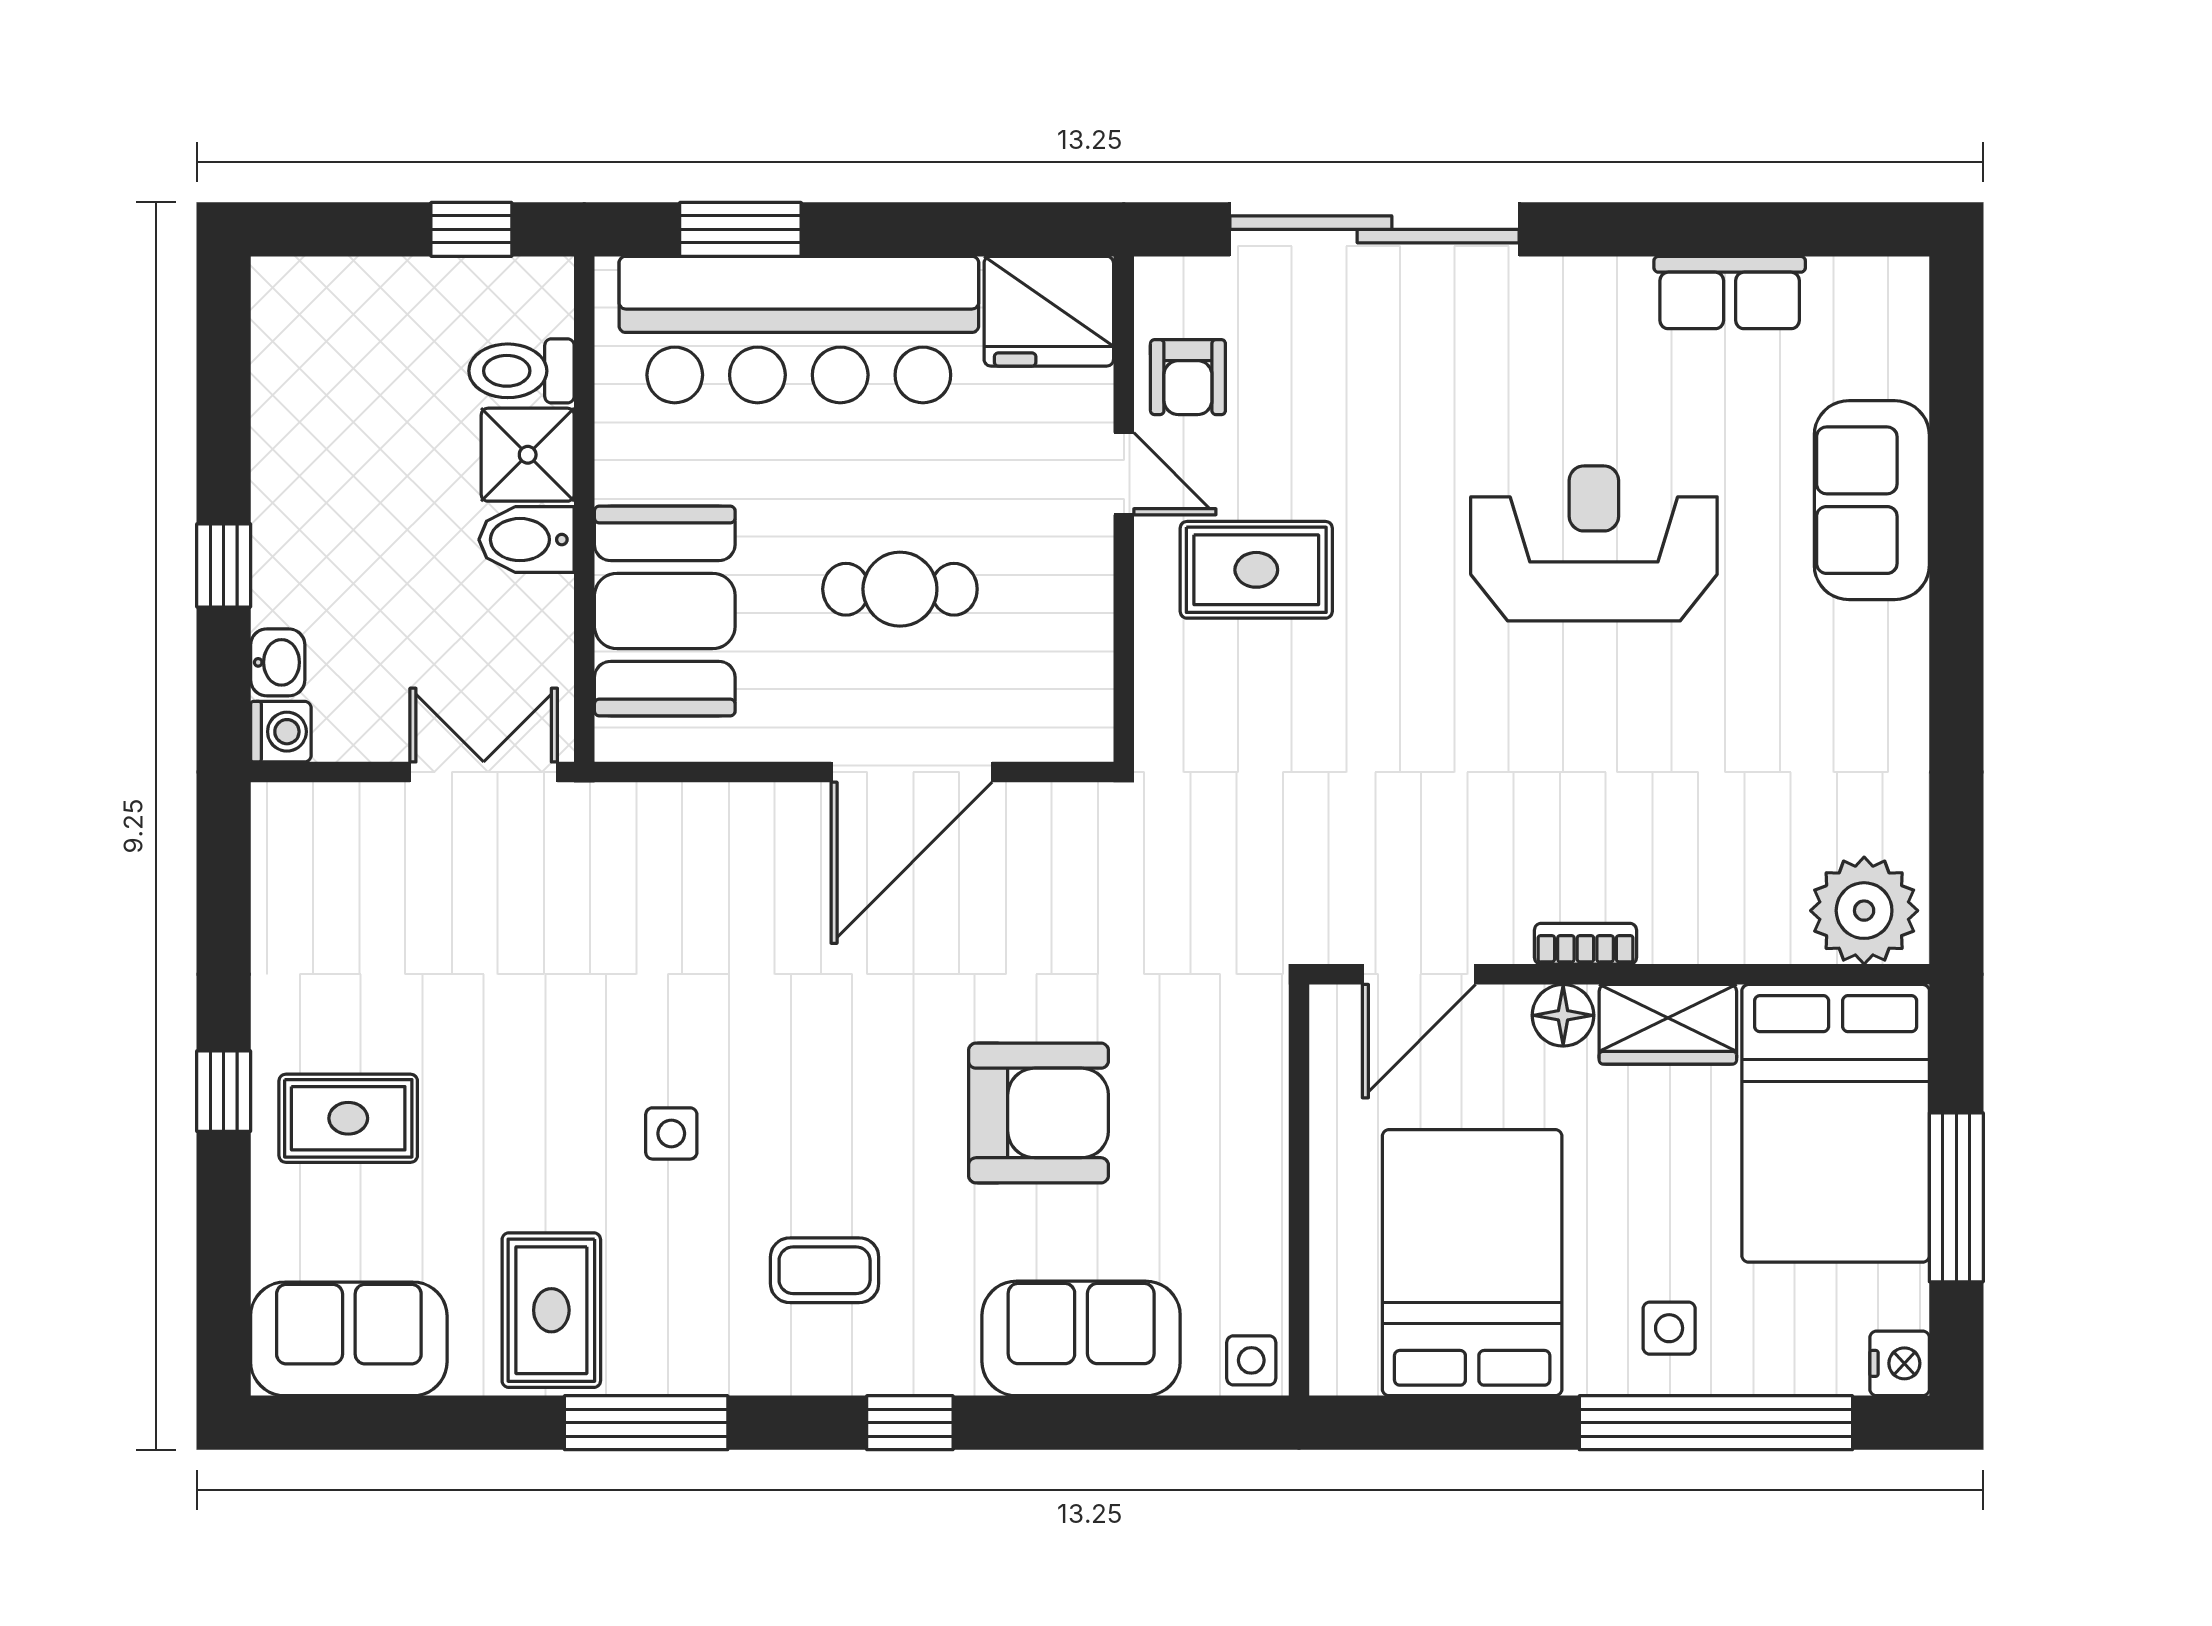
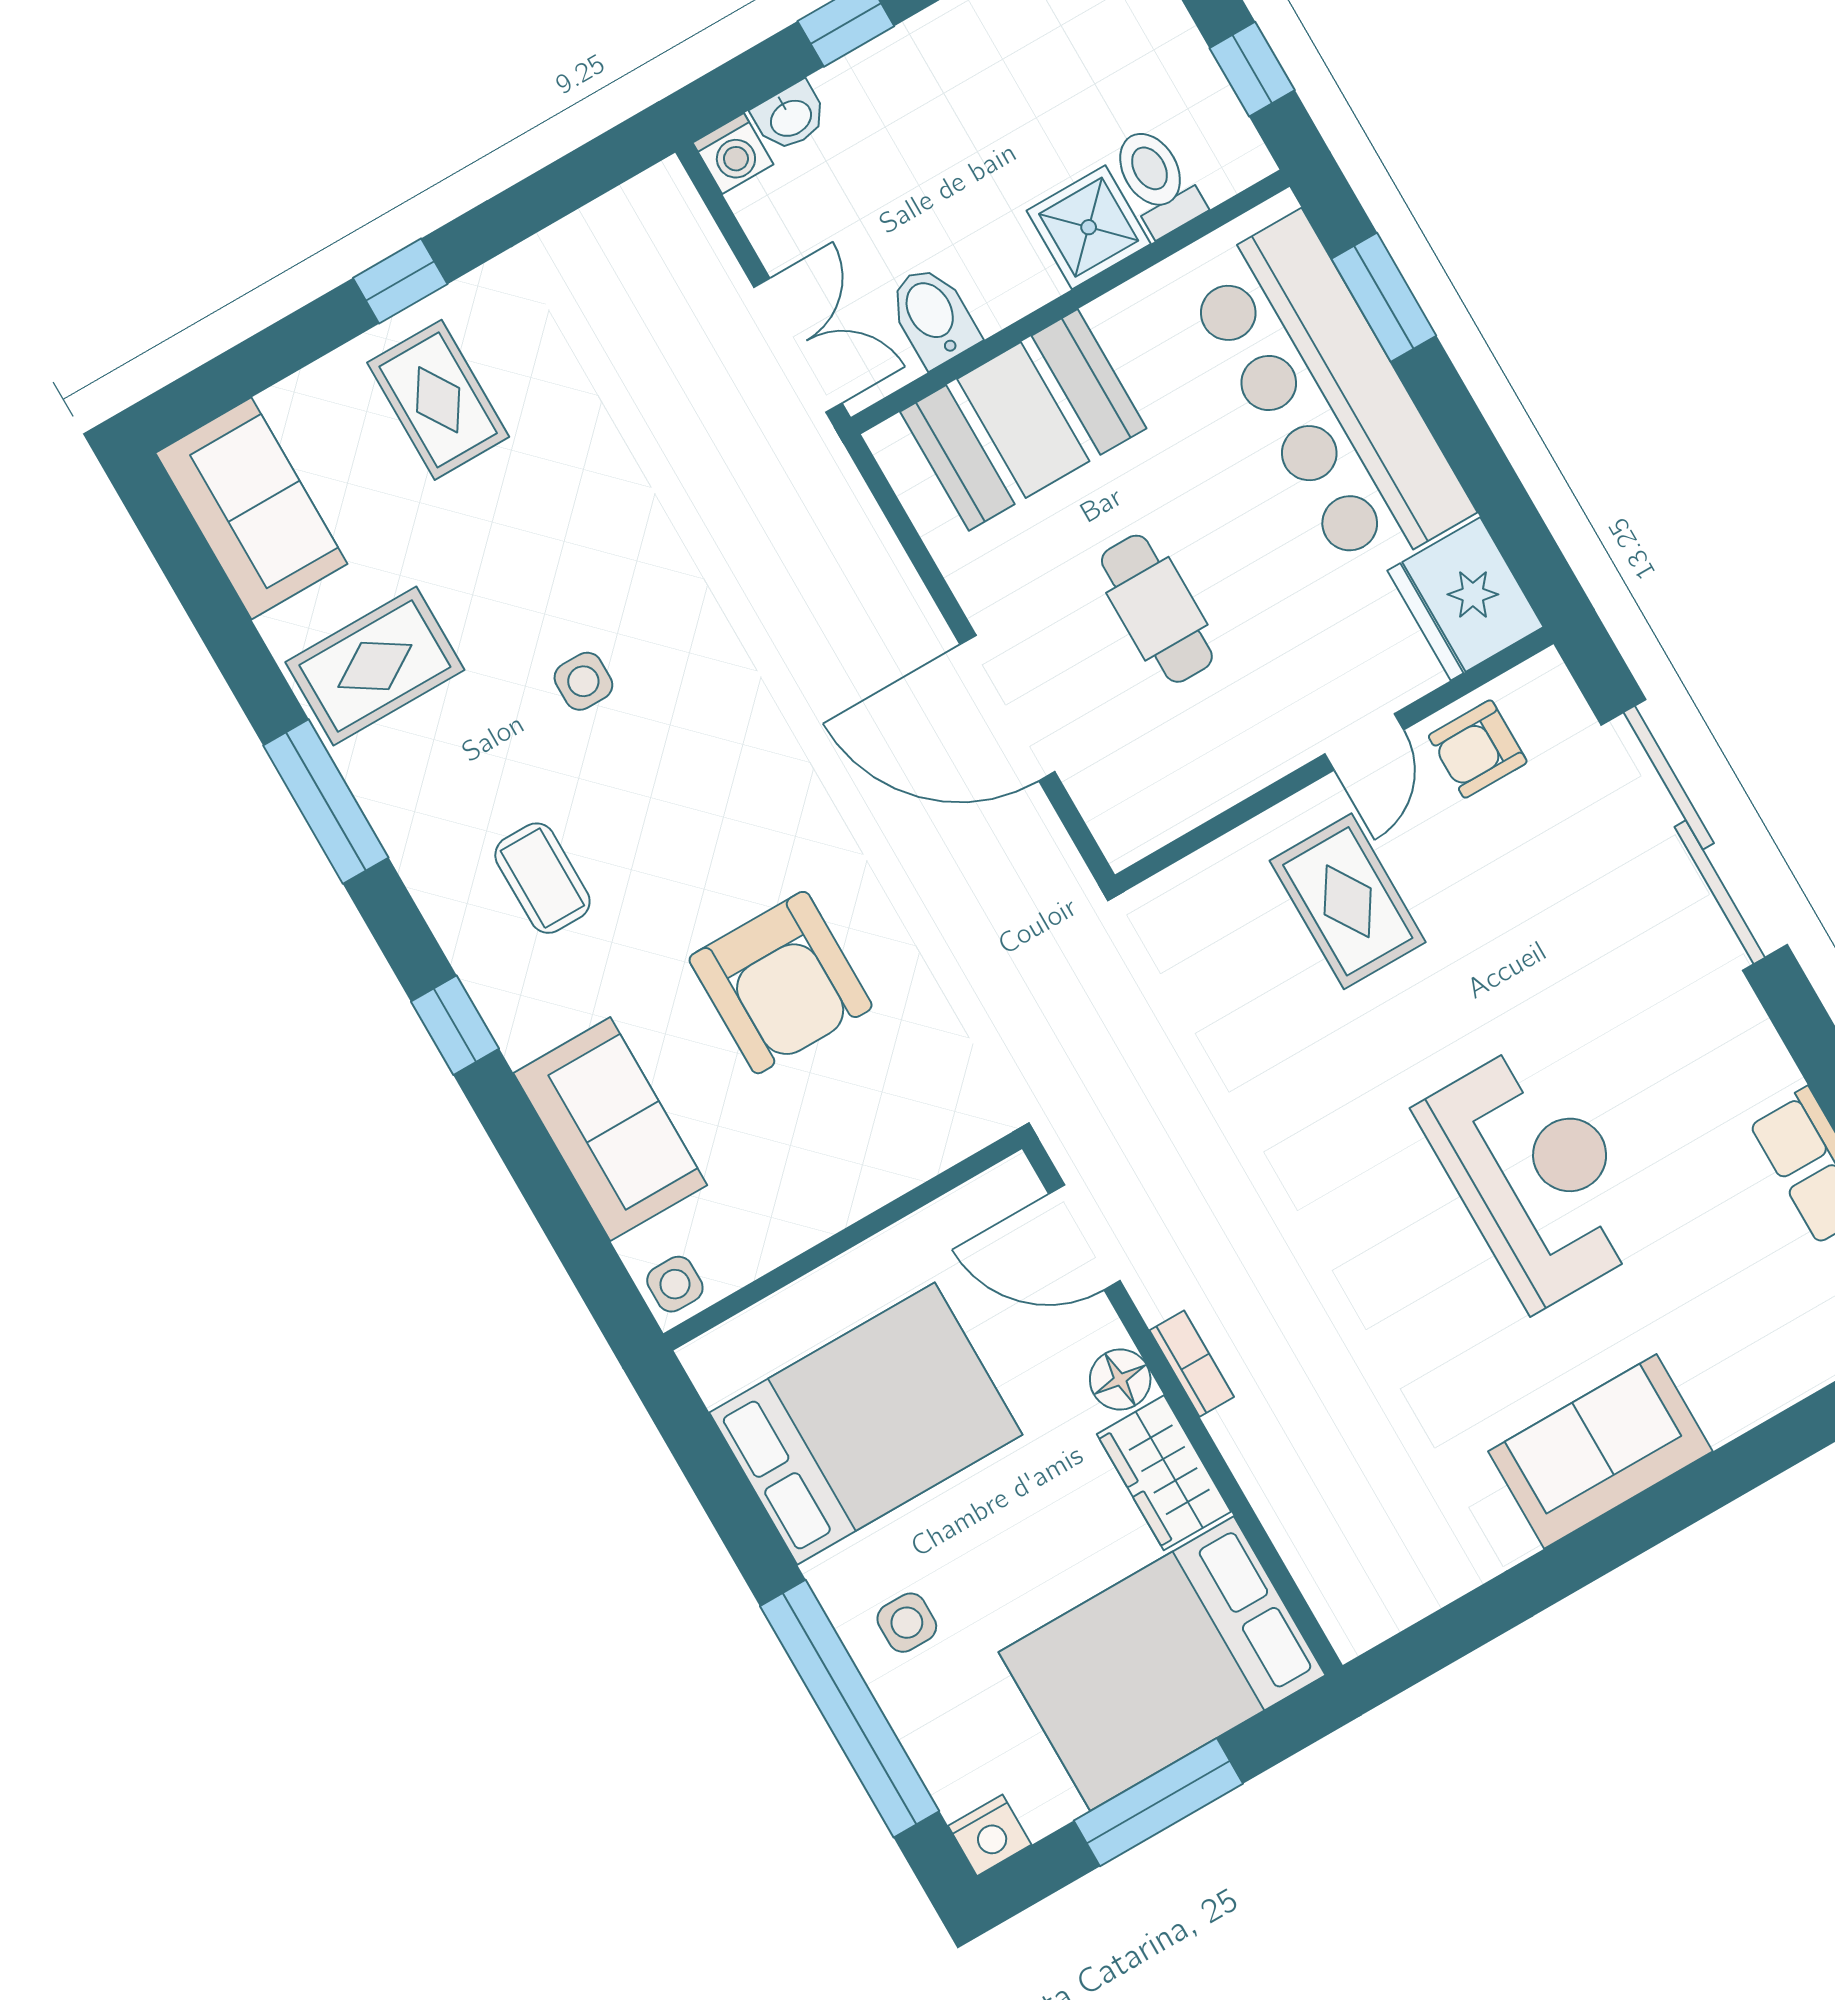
sofa: (1872, 500) -> (1600, 1451), moved
bidet: (527, 540) -> (933, 316), moved
plant: (1864, 911) -> (1356, 1584), removed

